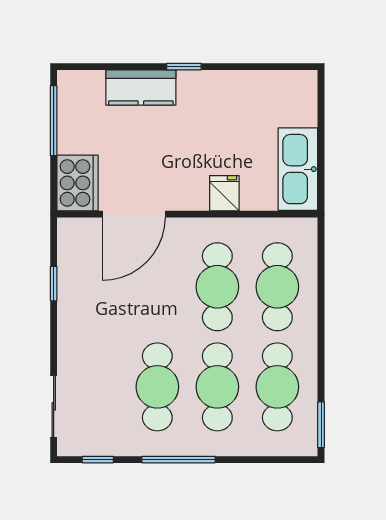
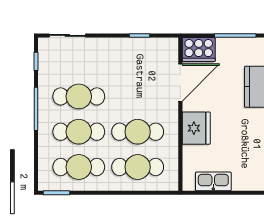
kitchen sink: (298, 169) -> (213, 181), width x0.73, depth x0.81
fridge: (224, 193) -> (196, 128), width x1.88, depth x1.34
door: (134, 214) -> (180, 83), swing flipped

